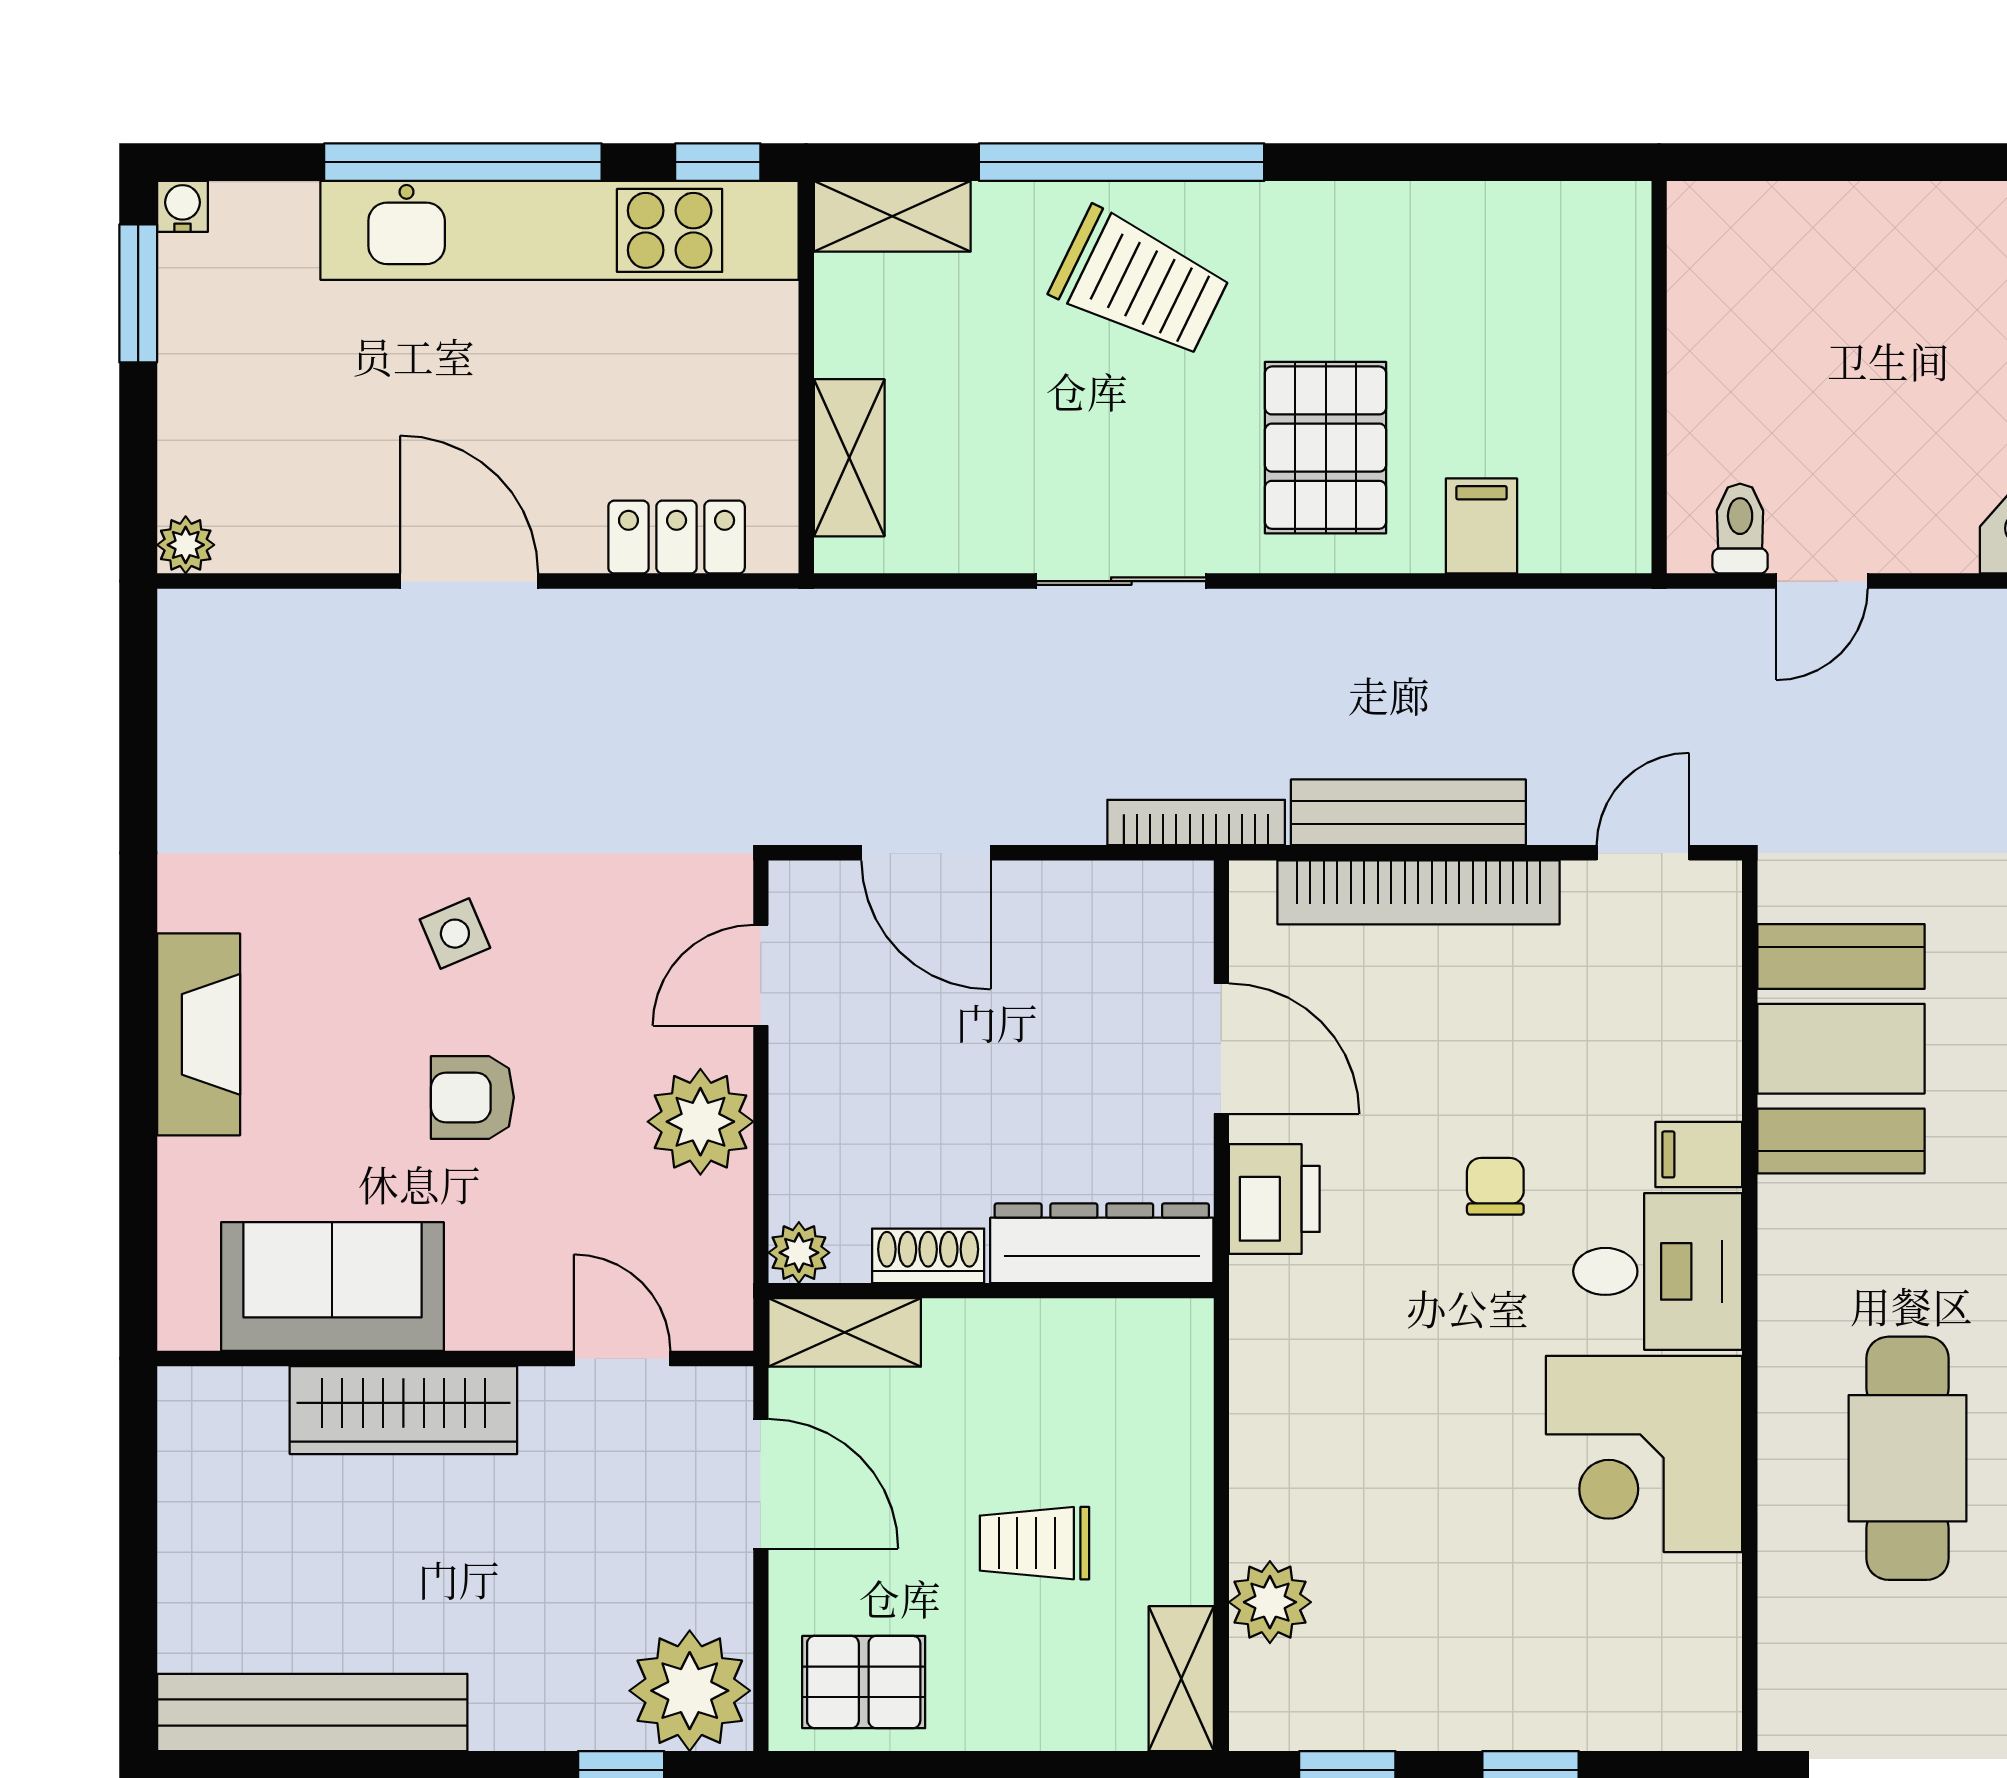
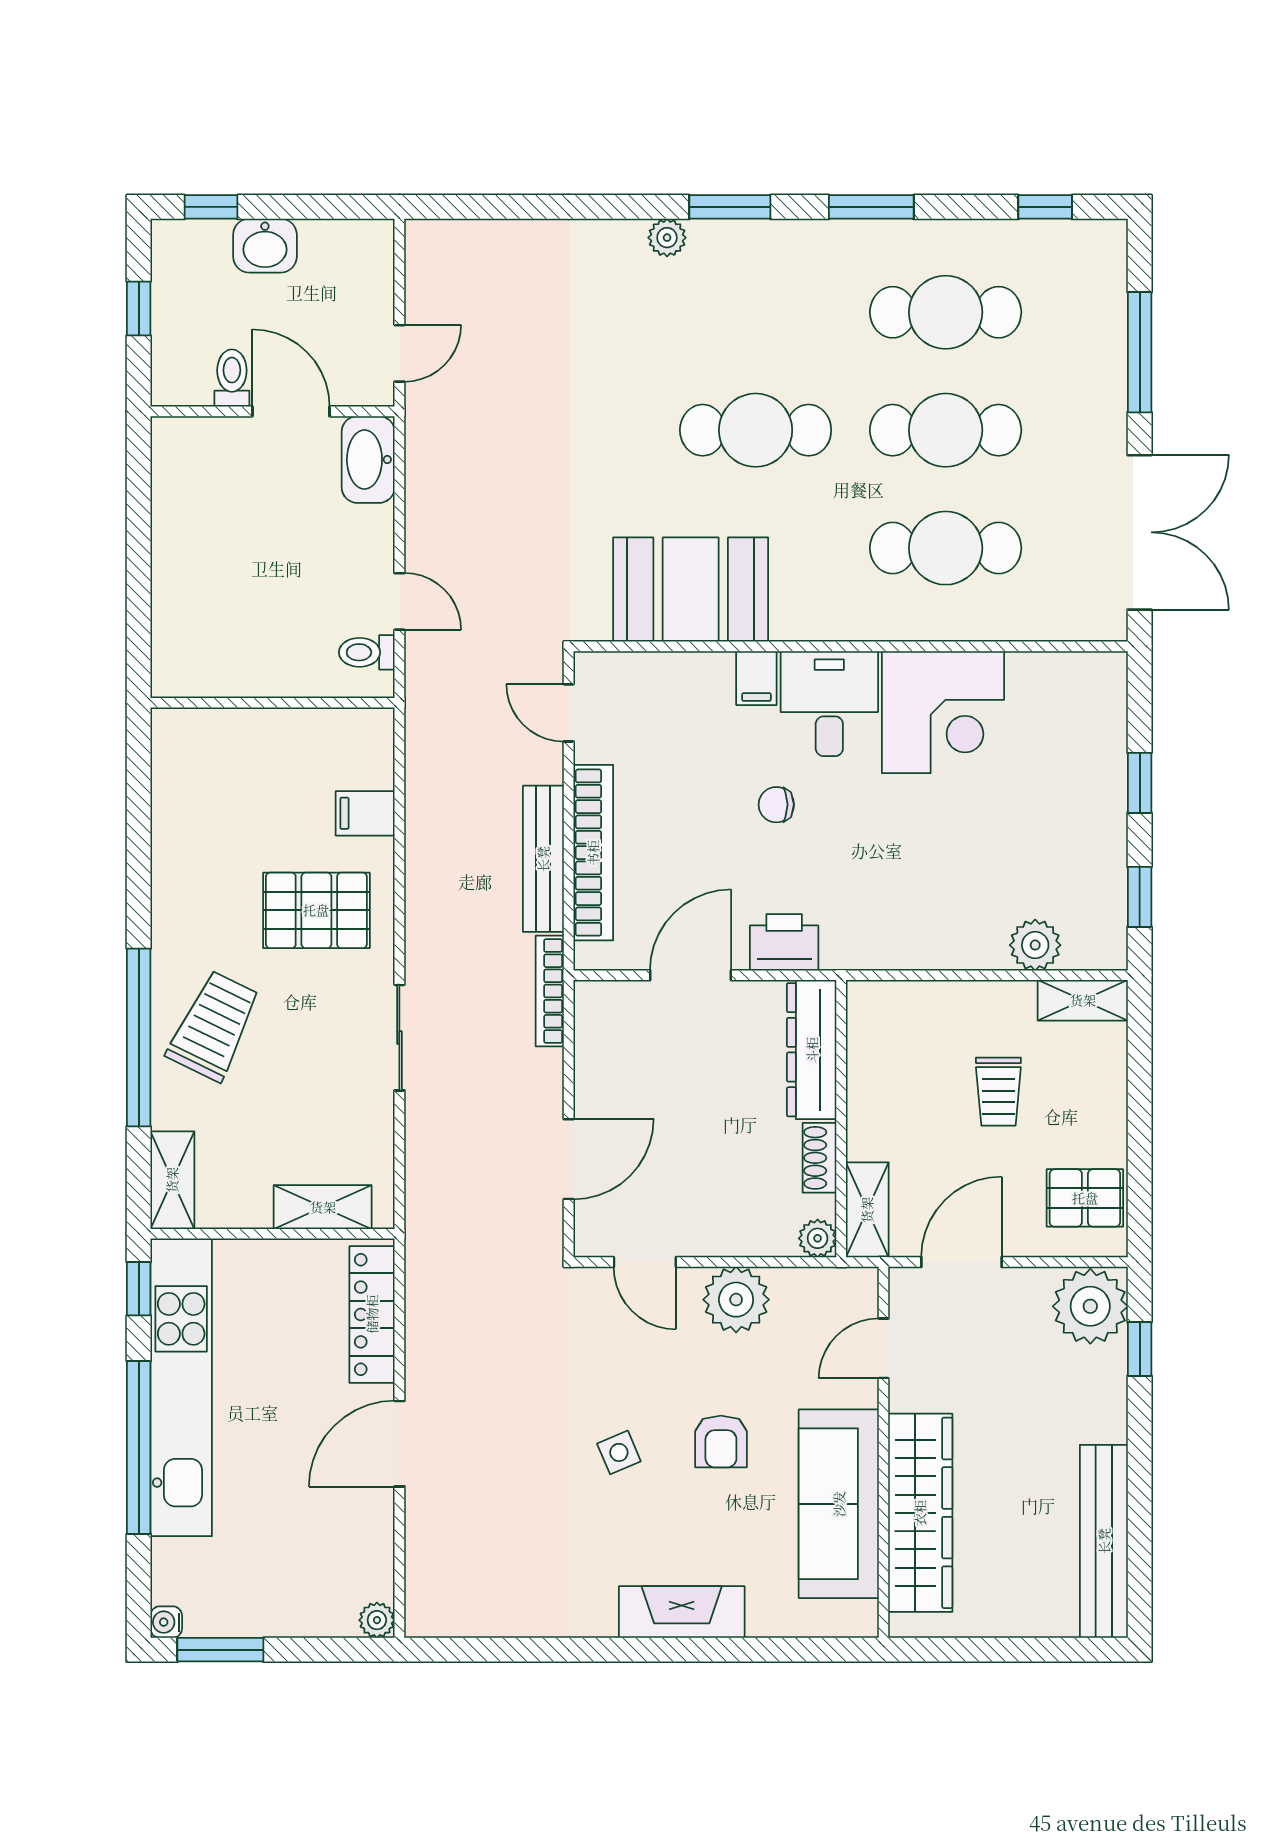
locker: (677, 537) -> (372, 1314), width x1.53
sofa: (332, 1287) -> (839, 1504), width x1.36
wardrobe: (403, 1410) -> (920, 1513), width x1.40, depth x1.17
pallet: (864, 1682) -> (1085, 1198), turned 90

